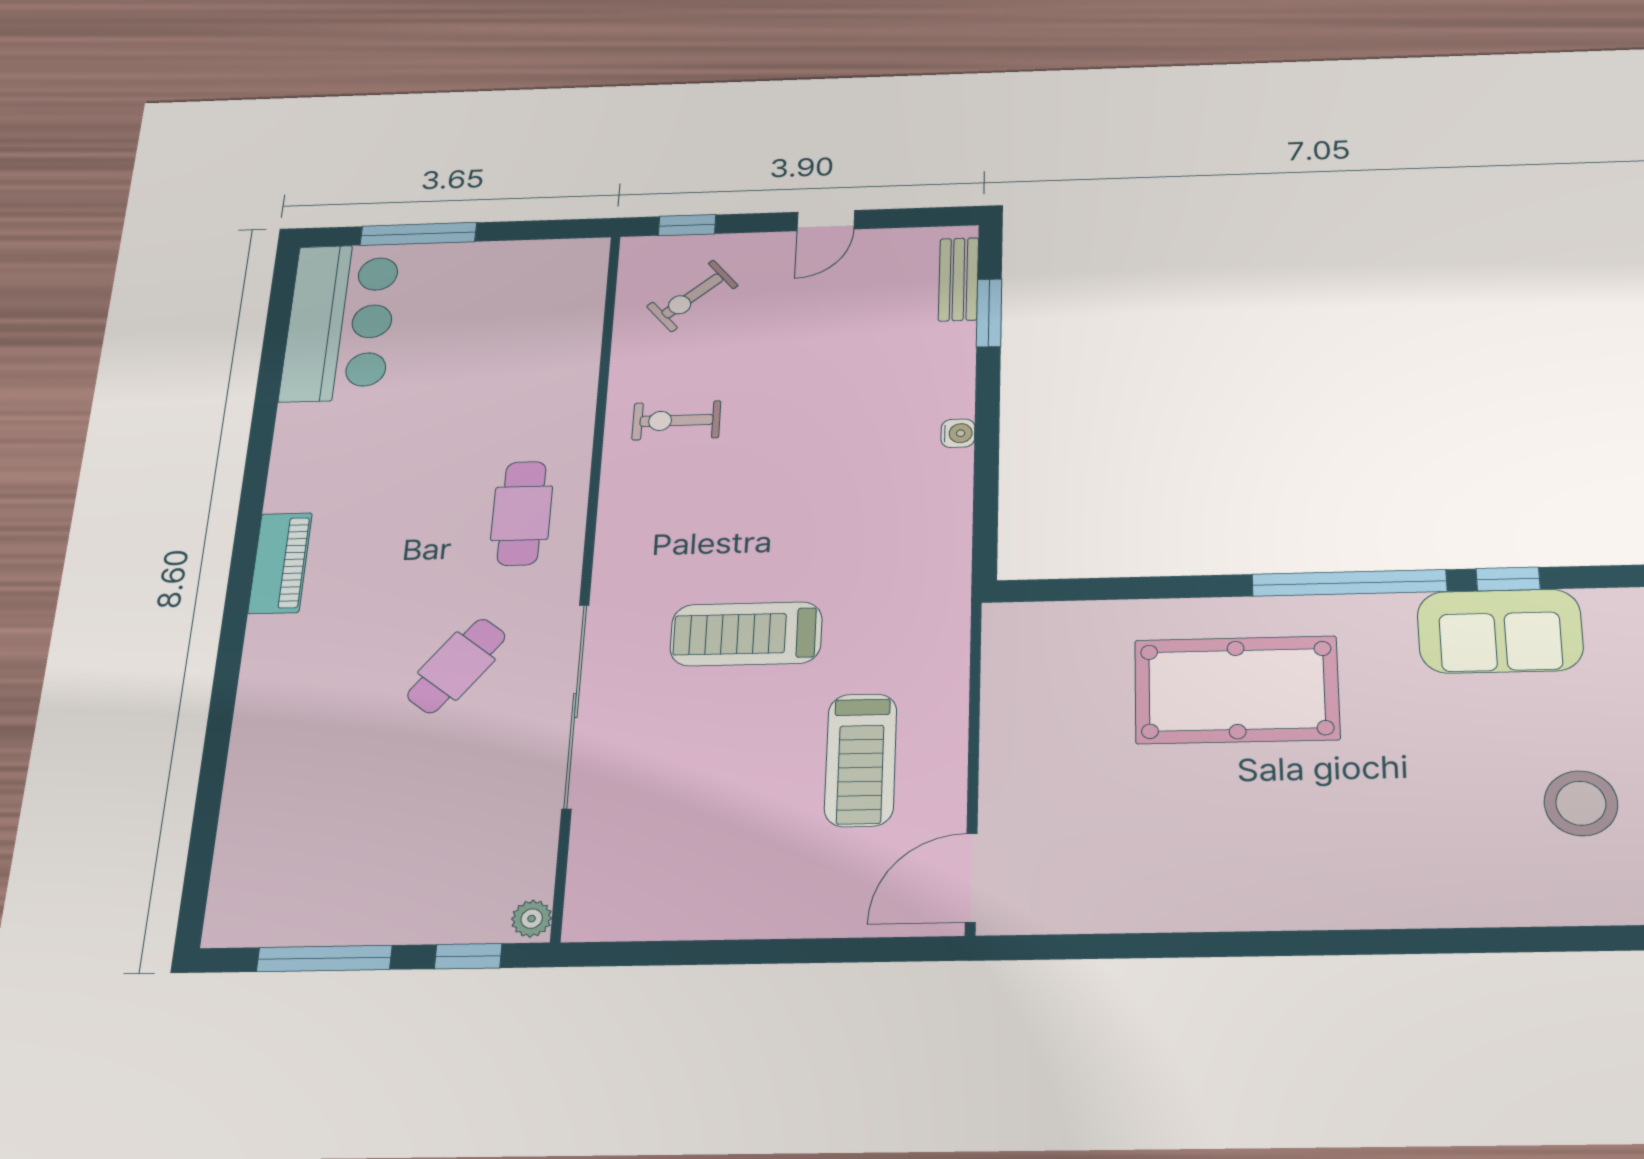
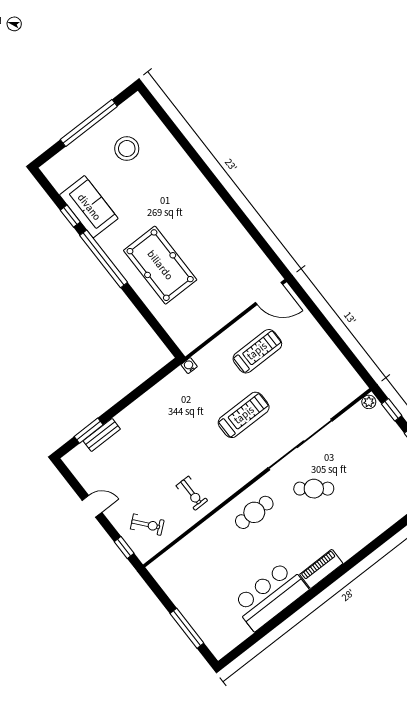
bench: (959, 279) -> (102, 435), moved
bar counter: (340, 322) -> (270, 596), moved
water cooler: (958, 433) -> (189, 366), moved
treadmill: (746, 634) -> (244, 415), turned -90

